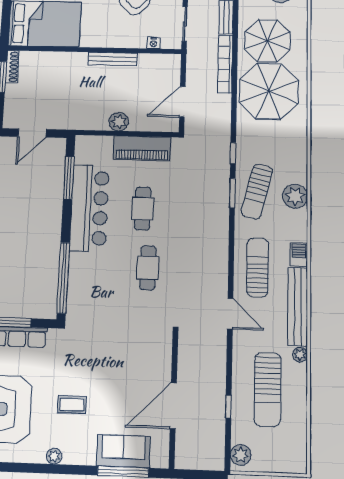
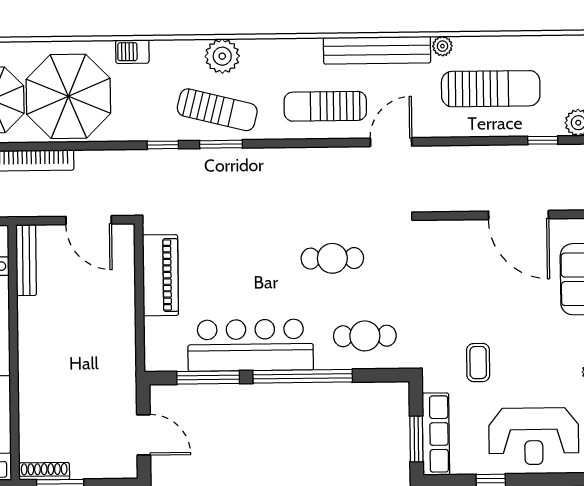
bench: (113, 59) -> (26, 260), moved
plant: (119, 122) -> (122, 311), removed
cafe table: (143, 209) -> (365, 336), moved
barbecue: (299, 255) -> (132, 52), moved
window: (63, 278) -> (303, 376), moved
coffee table: (72, 405) -> (478, 363), moved
window: (228, 407) -> (543, 140), moved

